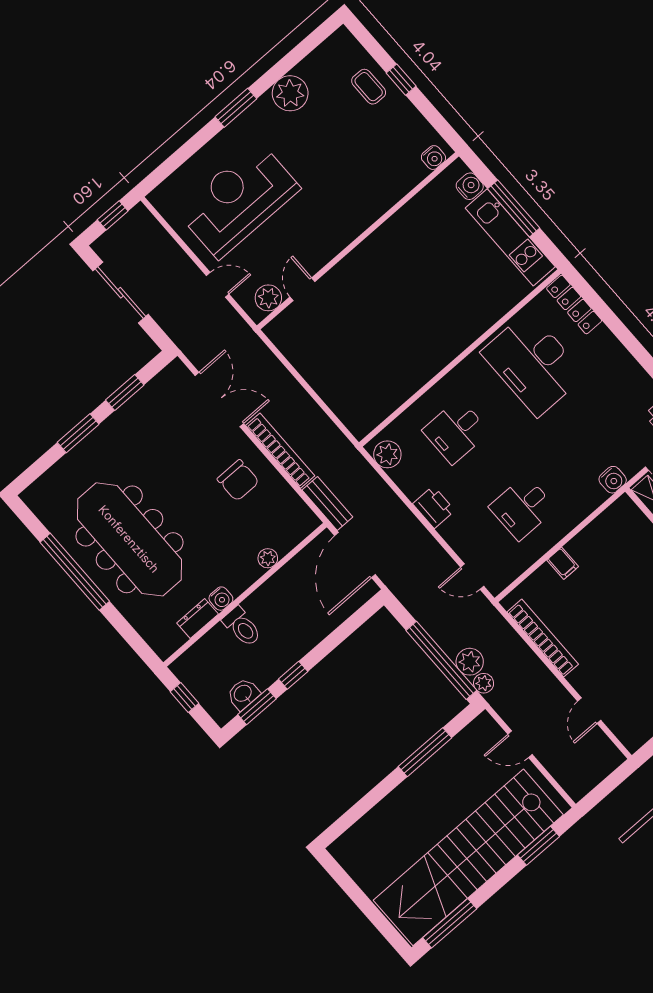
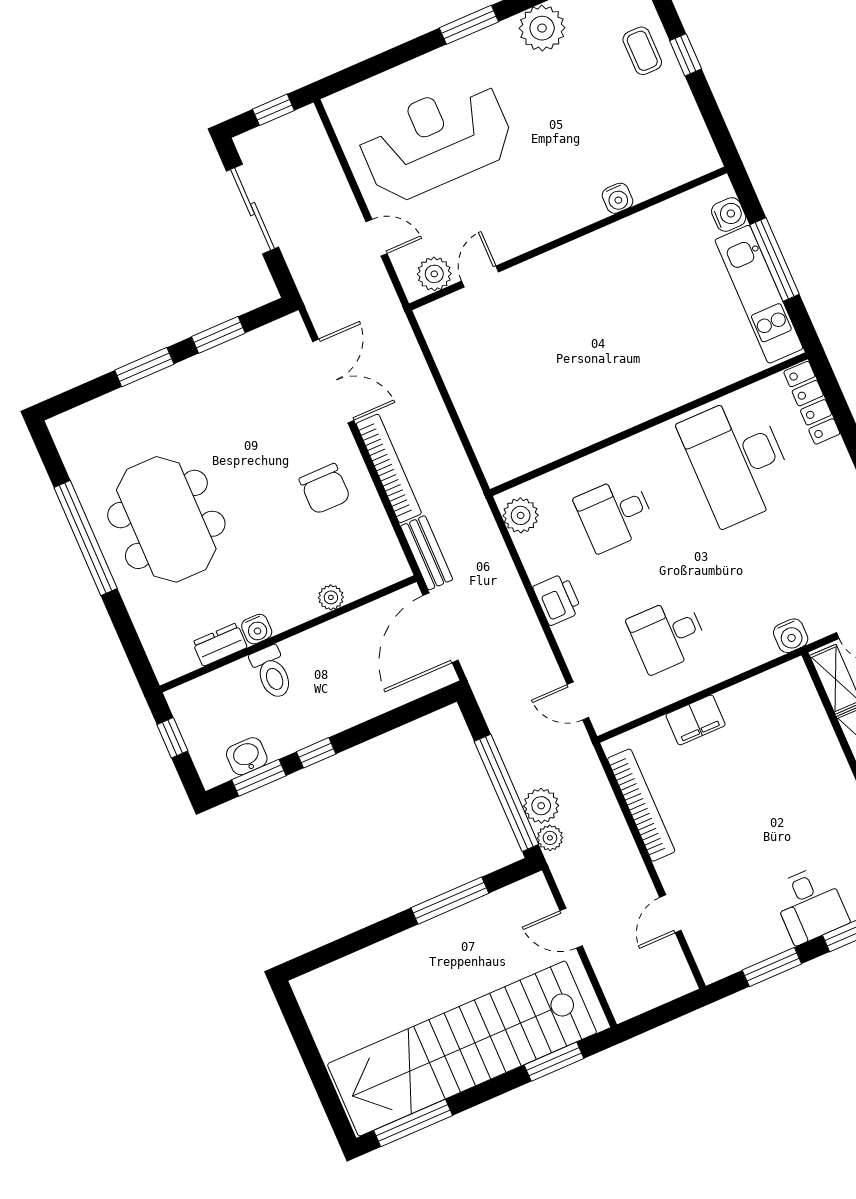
water cooler: (433, 158) -> (617, 198), moved
meeting table: (129, 539) -> (166, 519), width x0.73
filing cabinet: (563, 563) -> (696, 720), width x2.00

